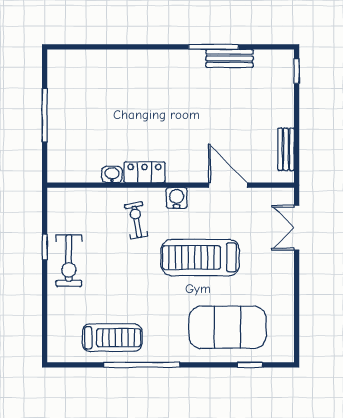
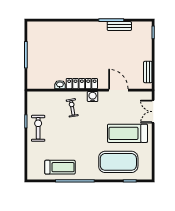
locker: (144, 172) -> (82, 84), width x1.53
treadmill: (200, 258) -> (127, 133), moved
exercise bike: (69, 261) -> (38, 128), turned 180

